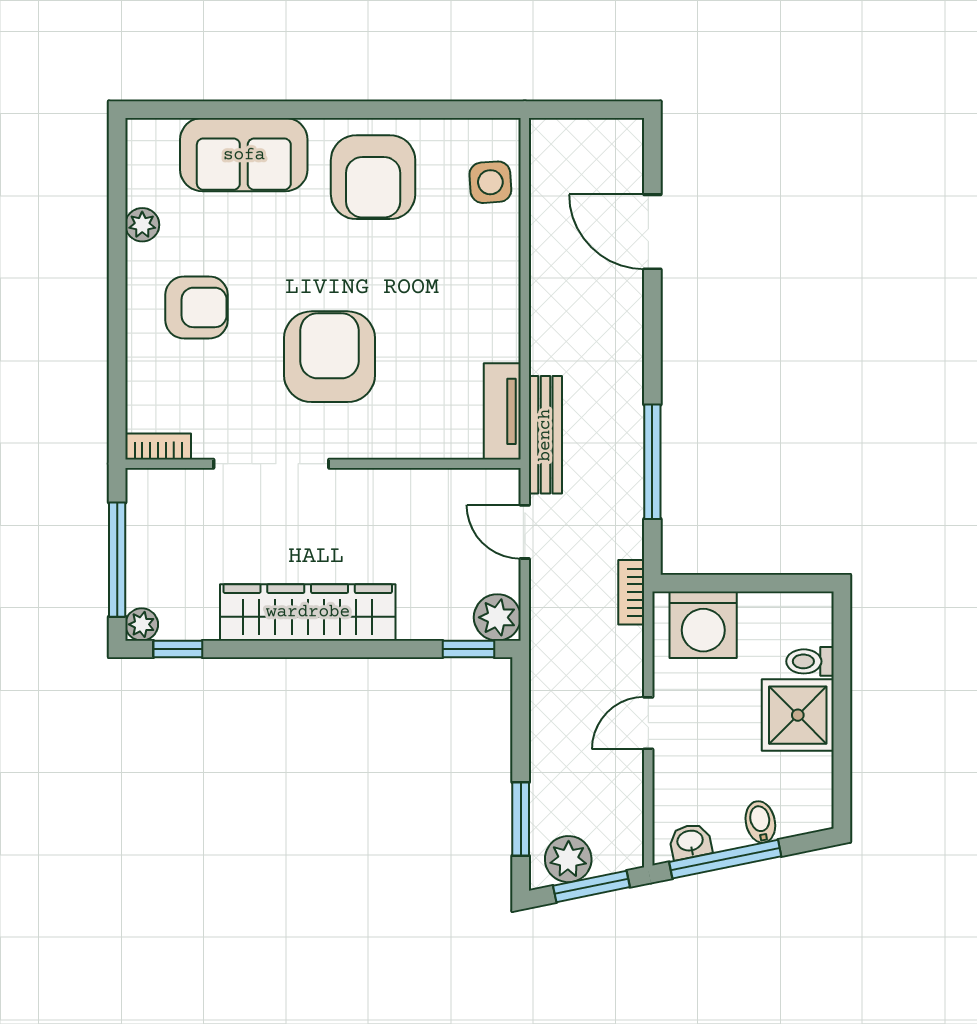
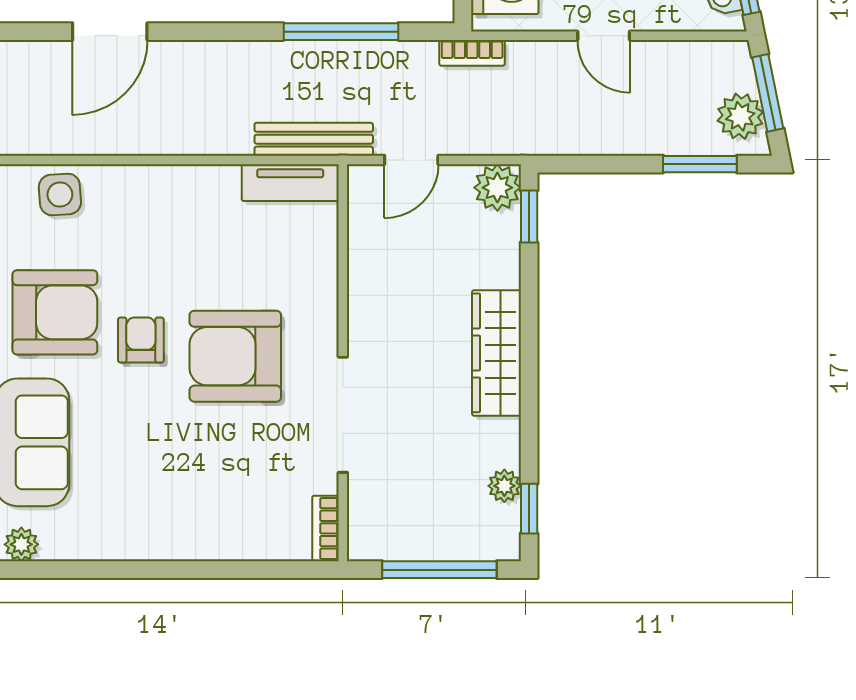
plant: (142, 225) -> (21, 544), moved
armchair: (197, 307) -> (141, 340), moved, width x0.72, depth x0.72
wardrobe: (308, 612) -> (496, 353), width x0.71, depth x0.85
plant: (142, 624) -> (504, 486), moved

